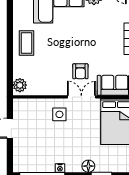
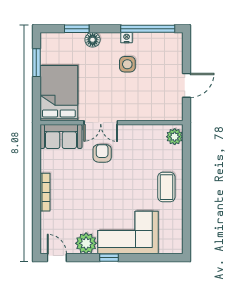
side table: (59, 114) -> (127, 64), moved

